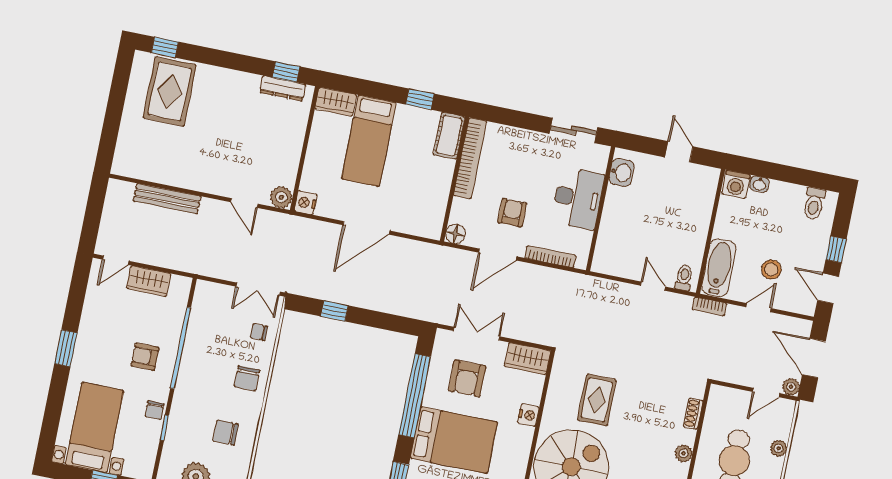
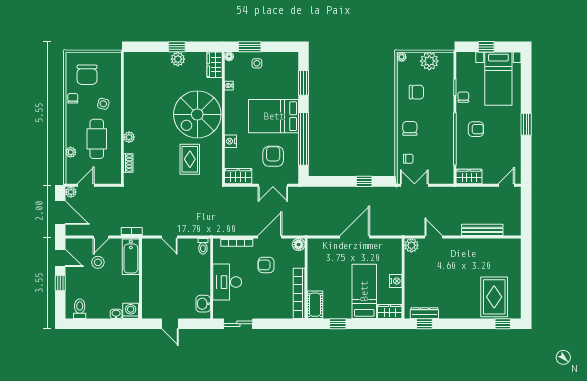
nightstand: (305, 203) -> (396, 281), moved
armchair: (512, 213) -> (266, 265), turned 90
toilet: (684, 278) -> (203, 246), moved
wardrobe: (149, 281) -> (469, 177), moved

